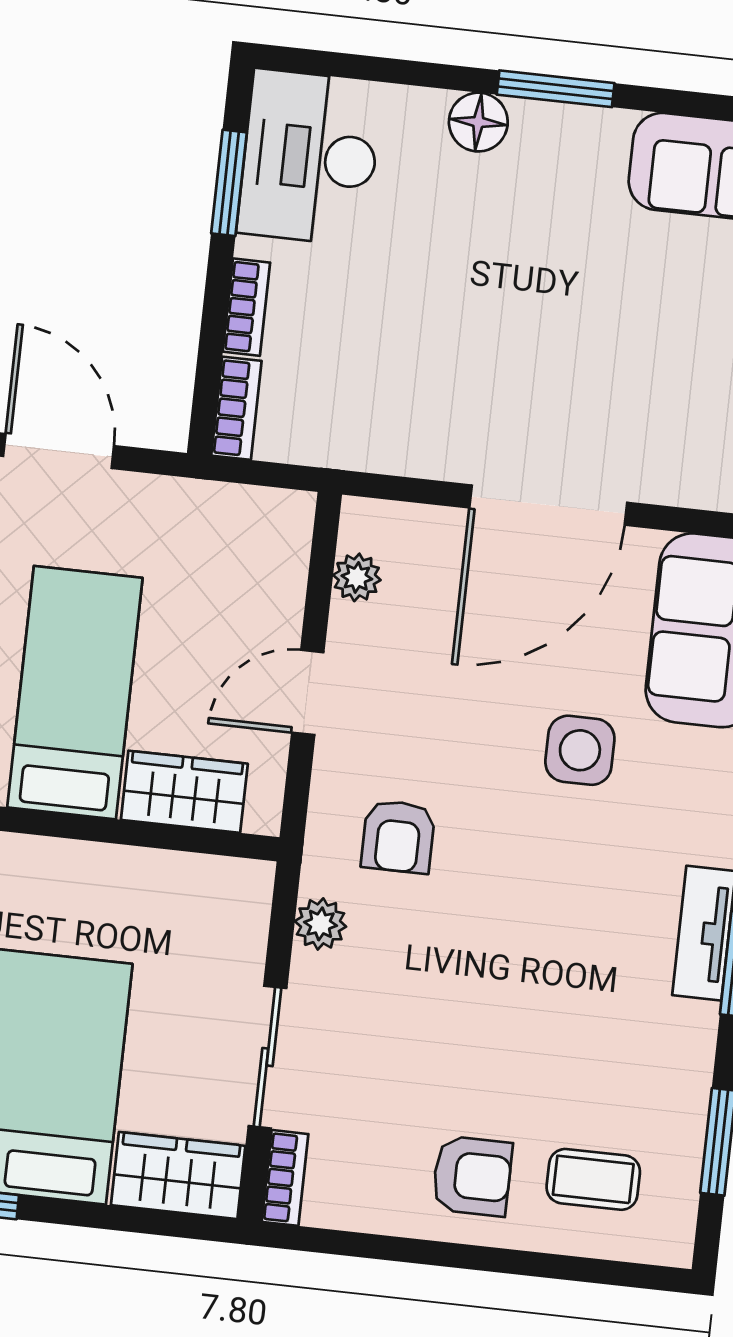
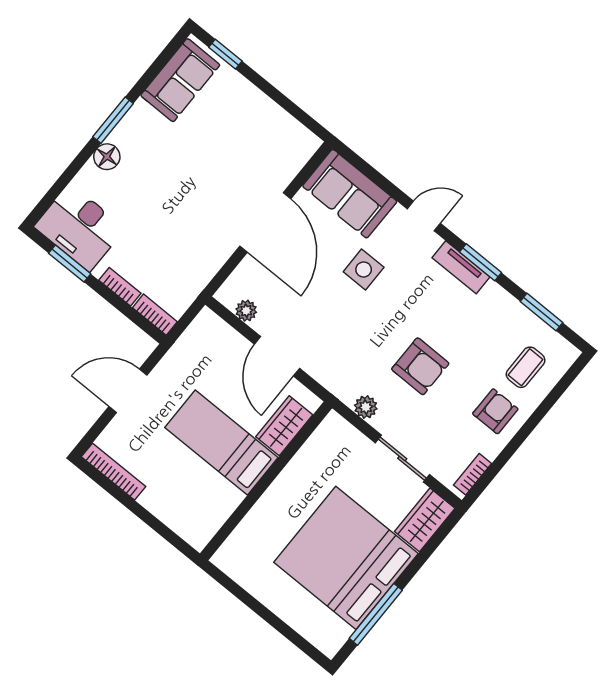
door: (308, 692) -> (277, 356), width x1.38
armchair: (398, 837) -> (420, 366), moved, width x1.38, depth x1.38
bookcase: (285, 1178) -> (473, 474), moved, turned -90

